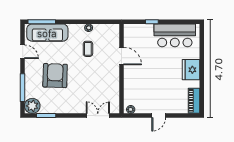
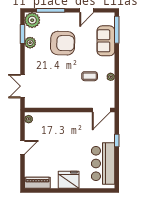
sofa: (47, 33) -> (106, 41), width x0.73
door: (121, 56) -> (101, 110), moved
plant: (55, 108) -> (30, 43), added
double door: (98, 116) -> (22, 86), swing flipped
door: (159, 116) -> (22, 147), swing flipped

